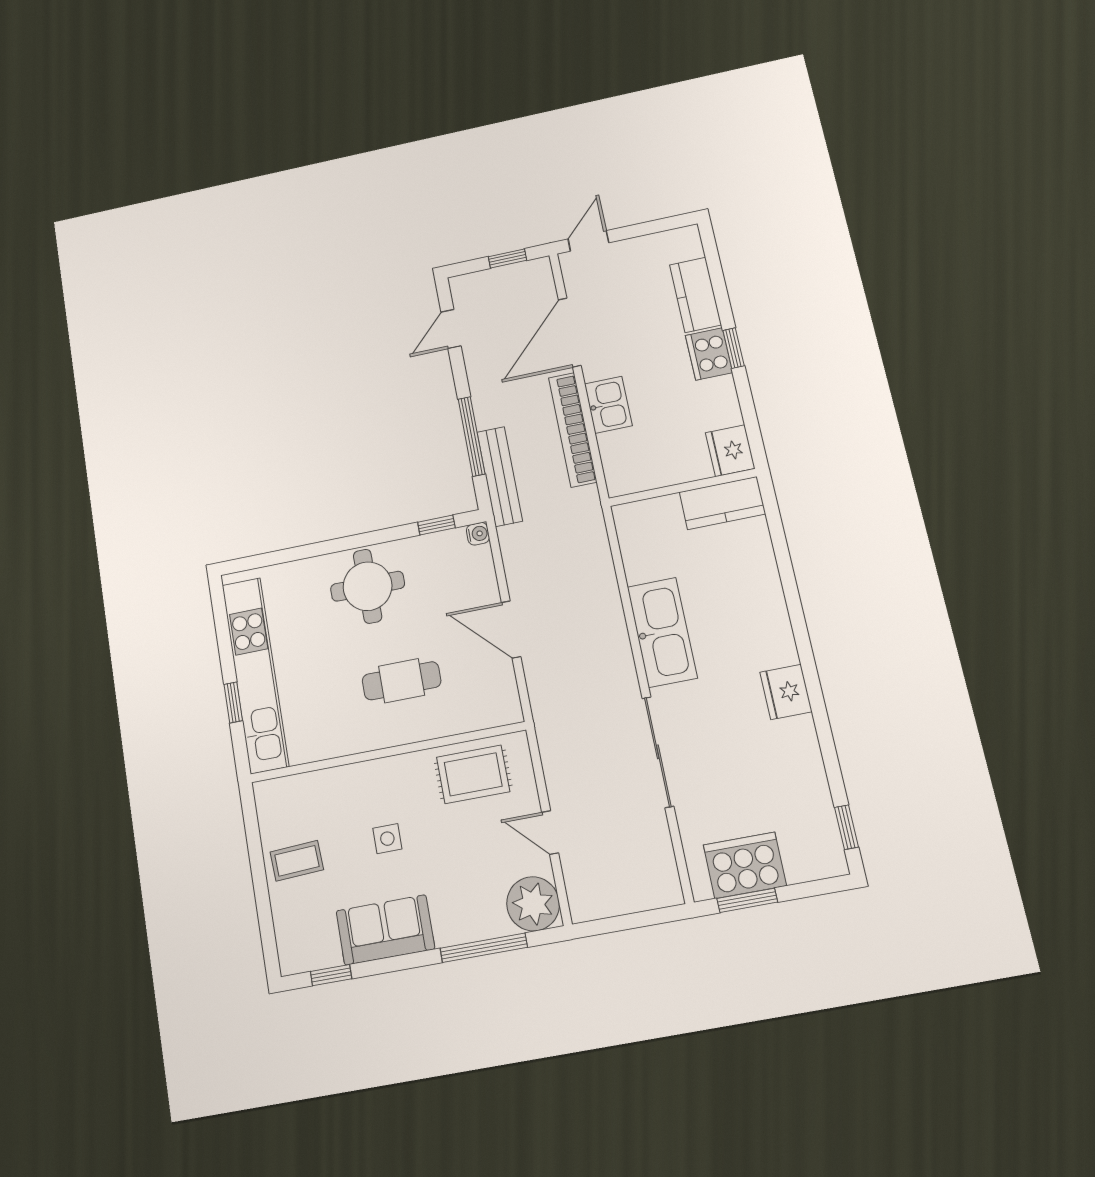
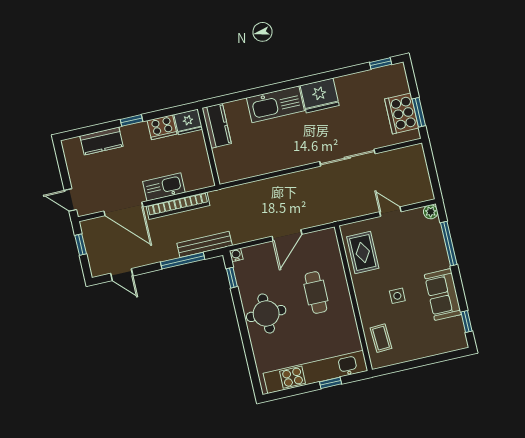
cooker: (709, 354) -> (162, 127), moved
kitchen sink: (608, 405) -> (164, 187), width x1.38
kitchen sink: (662, 632) -> (275, 104), moved, turned 180
fridge: (786, 692) -> (320, 96), width x1.36, depth x1.34
door: (550, 833) -> (390, 212), swing flipped
coffee table: (297, 861) -> (381, 338), moved
plant: (533, 904) -> (431, 212), width x0.53, depth x0.53

